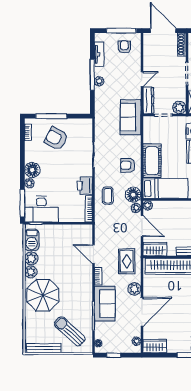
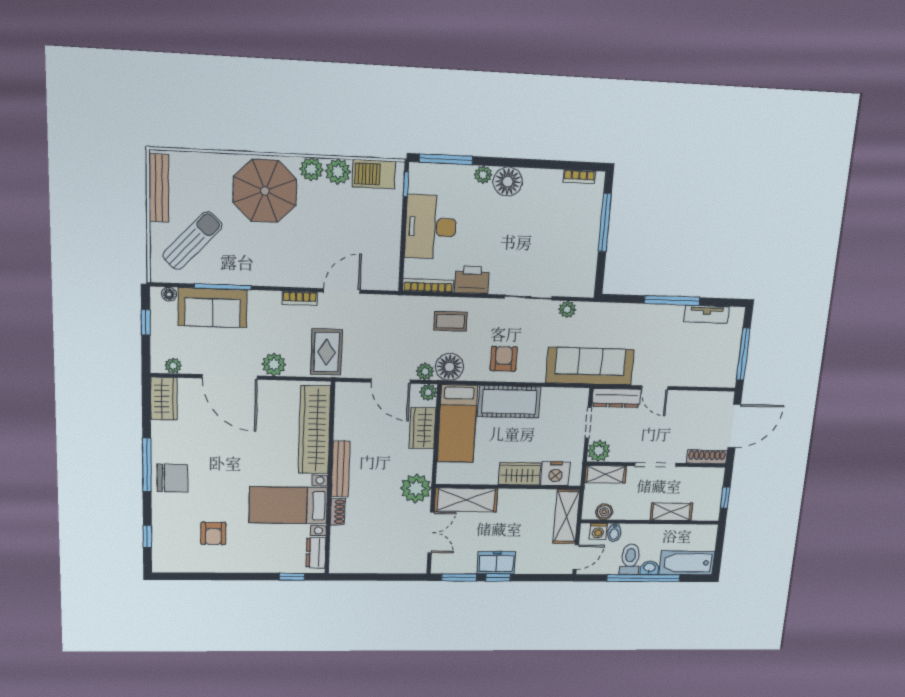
armchair: (124, 47) -> (714, 359), removed
plant: (99, 81) -> (567, 309), moved
sofa: (131, 117) -> (590, 366), width x1.36
armchair: (56, 139) -> (563, 229), removed
desk: (41, 209) -> (431, 227), moved
door: (142, 226) -> (391, 381), hinge flipped
wardrobe: (155, 249) -> (423, 428), moved, turned 180
rug: (127, 261) -> (326, 352), turned 90
sofa: (105, 304) -> (213, 308), moved

